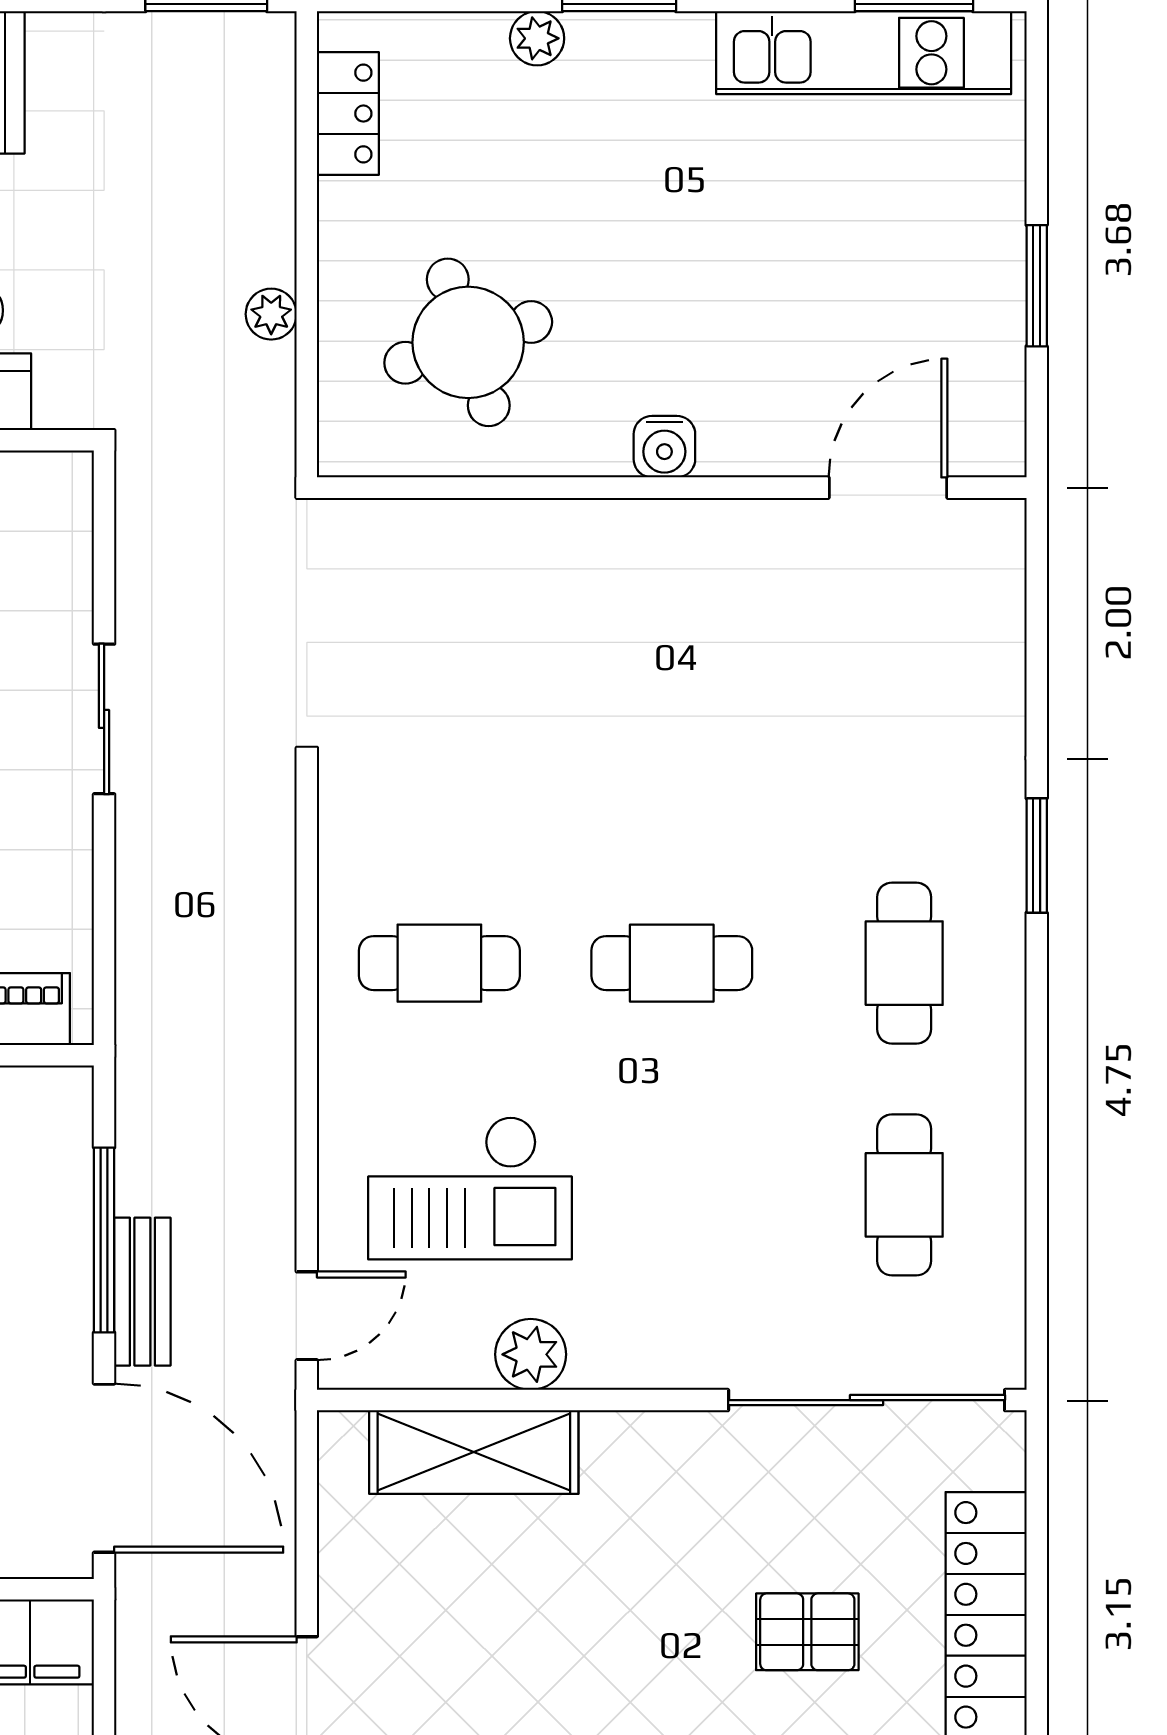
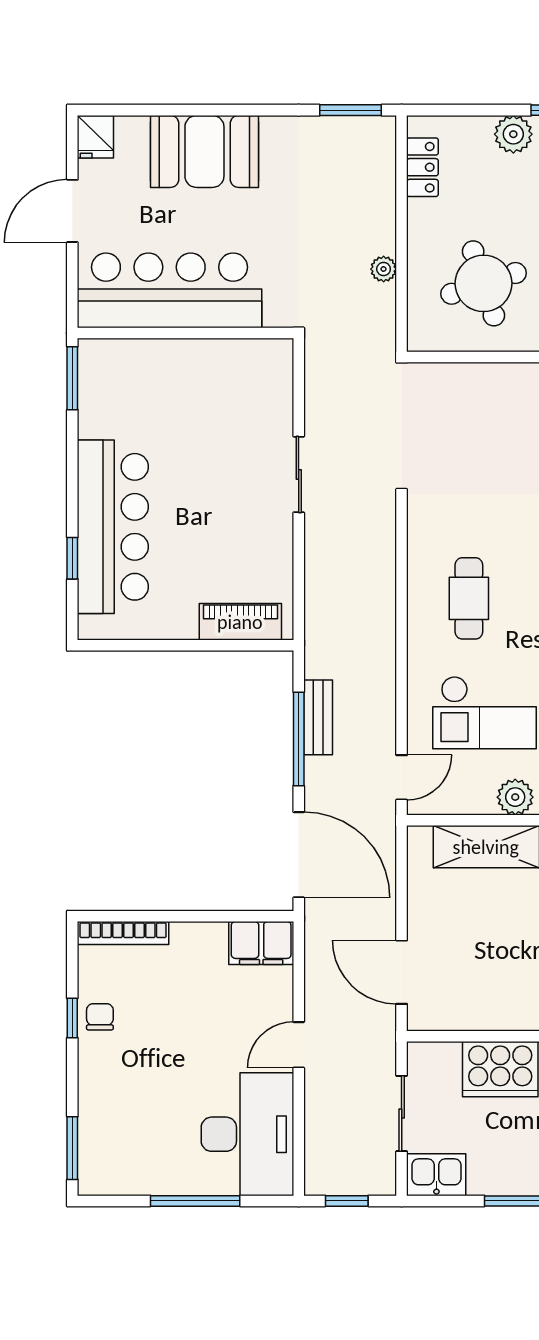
plant: (537, 38) -> (513, 134), width x1.38, depth x1.38
cafe table: (439, 963) -> (469, 598), turned 90
bench: (142, 1292) -> (318, 717), moved

